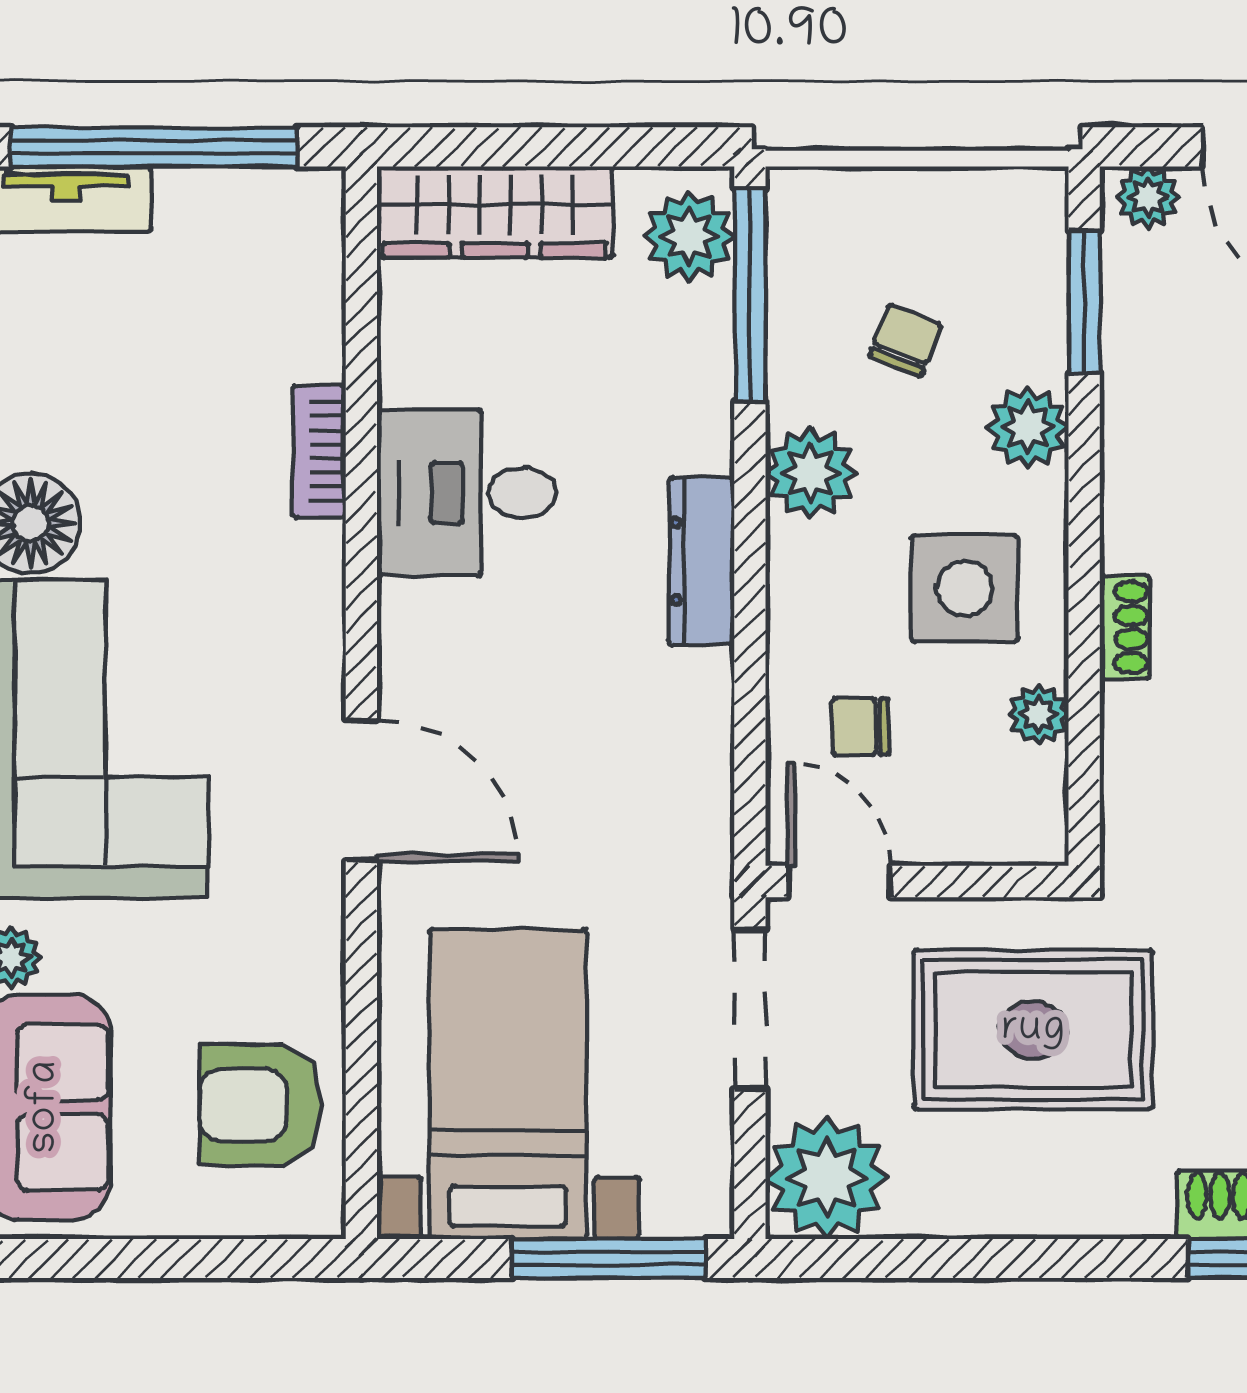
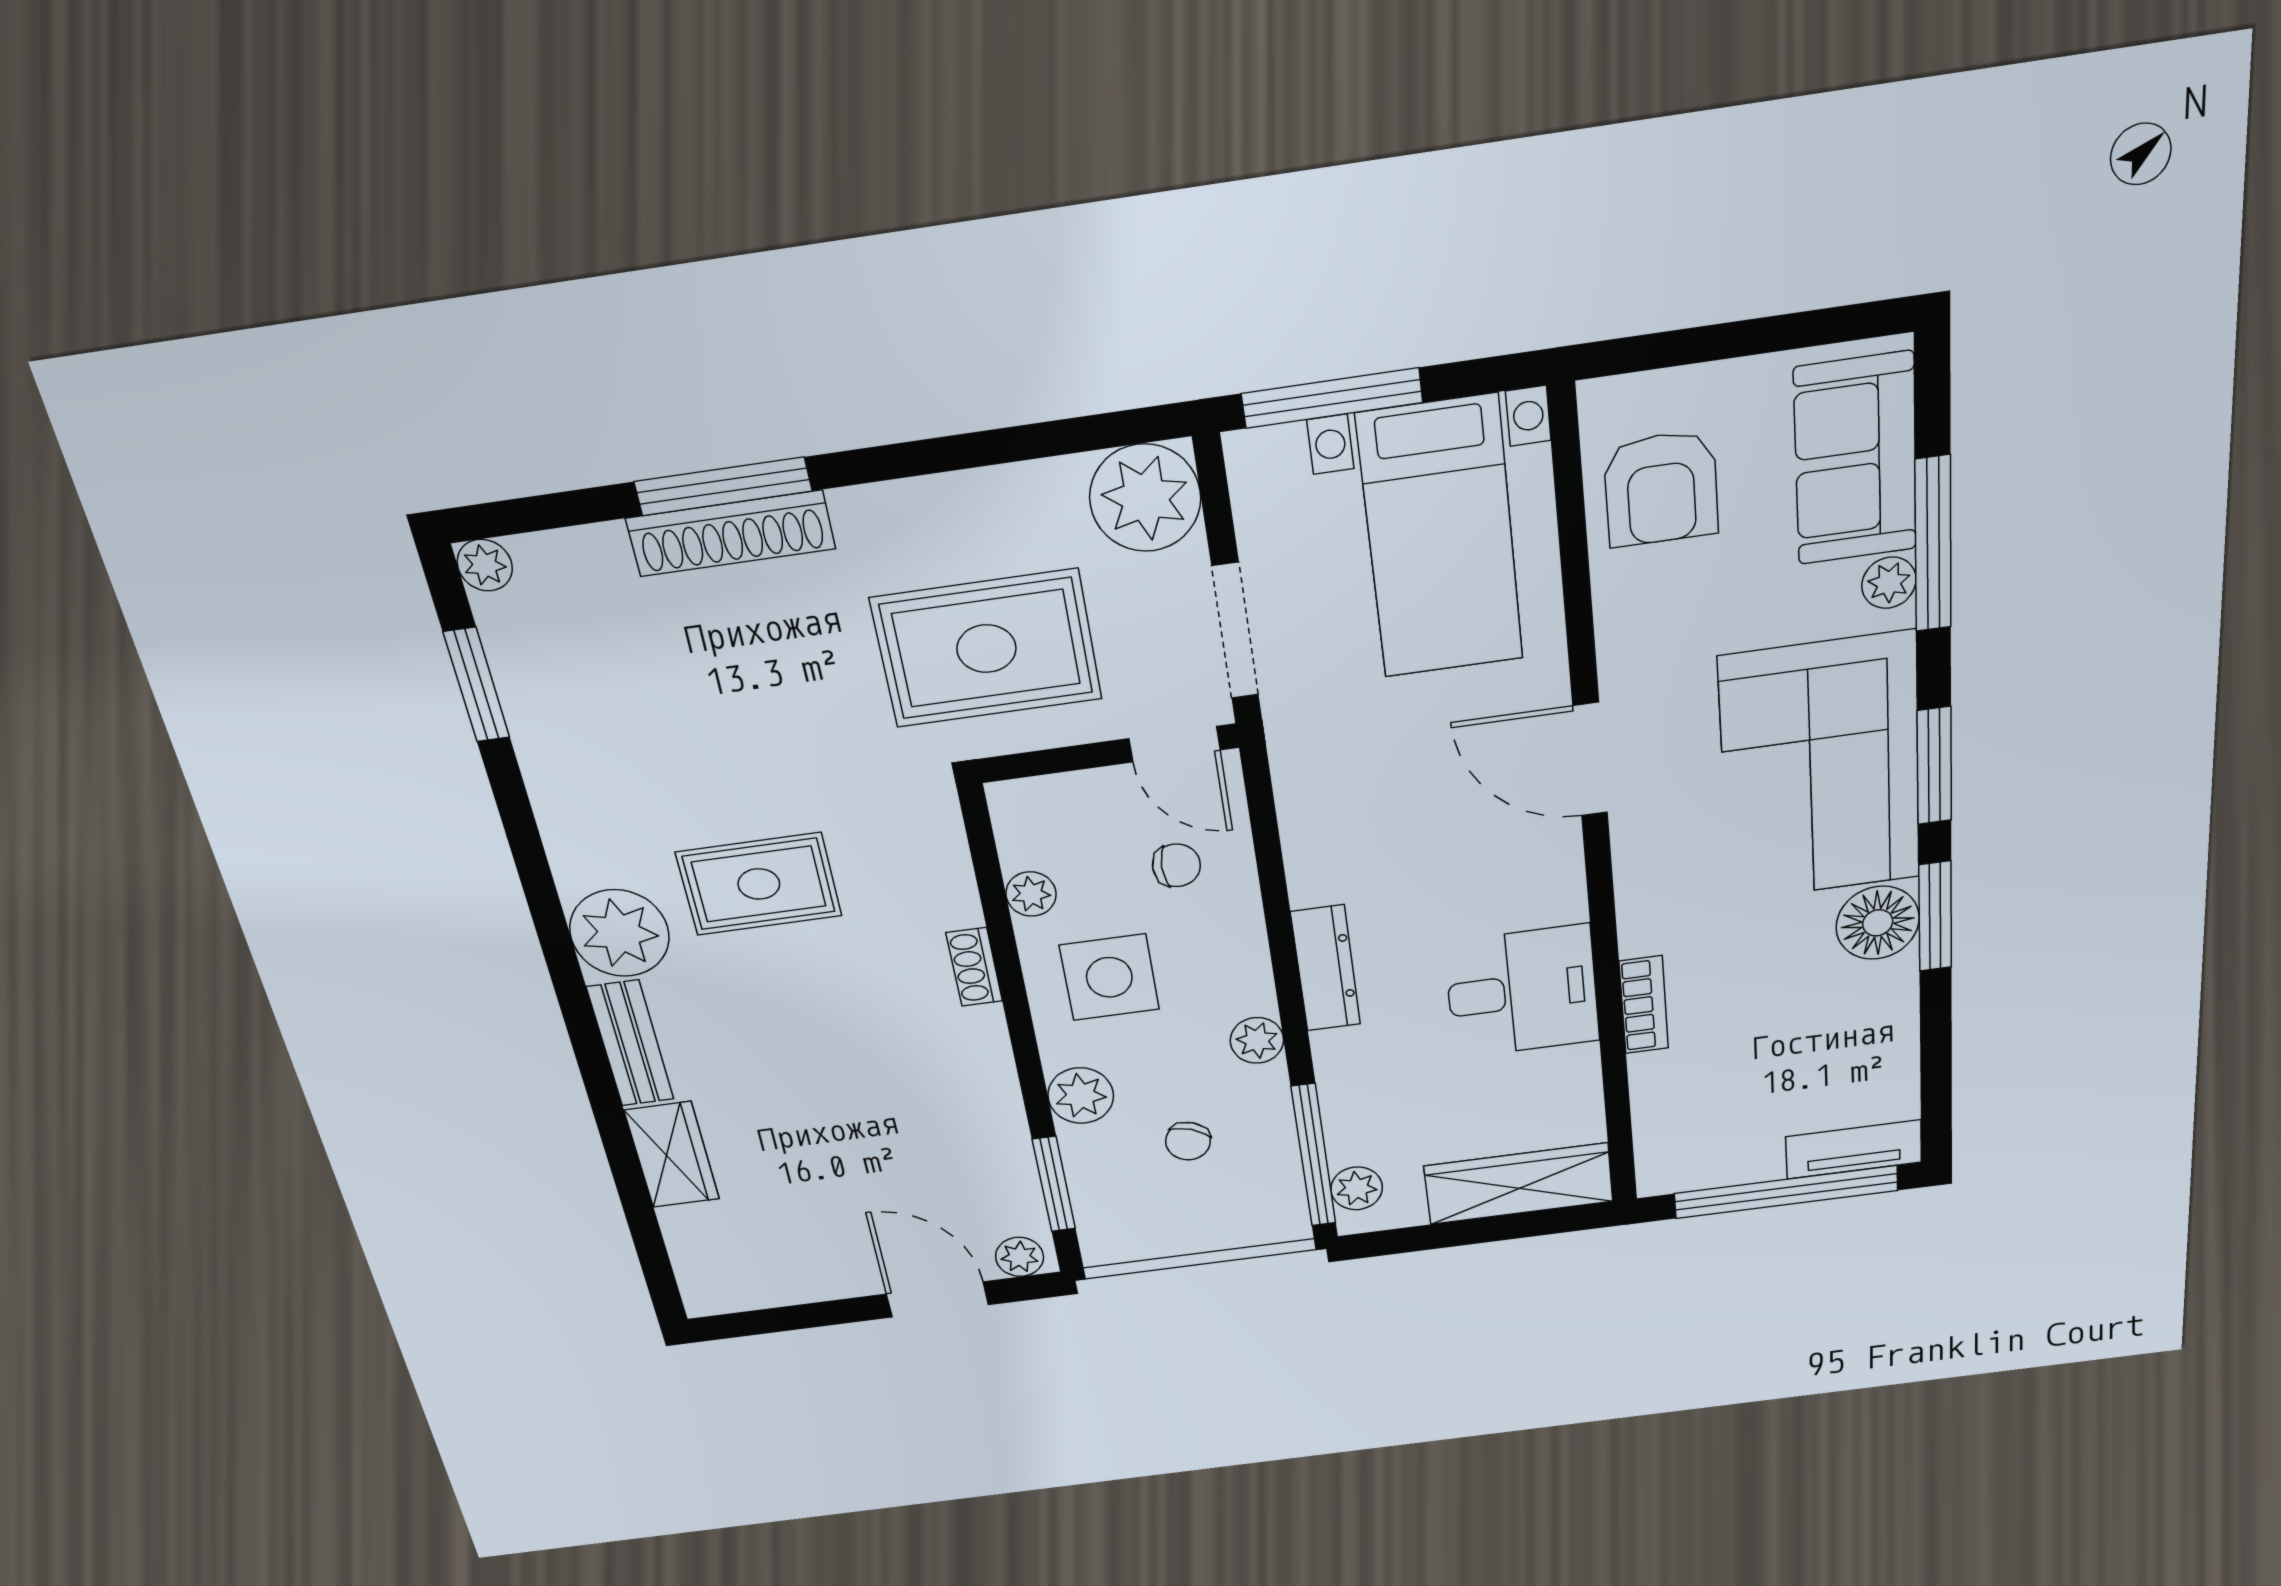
plant: (689, 236) -> (1357, 1188), width x0.73, depth x0.73
plant: (811, 473) -> (1257, 1040), width x0.73, depth x0.73
armchair: (260, 1105) -> (1661, 489), turned 90

